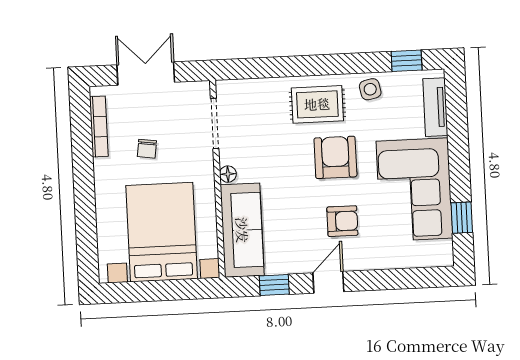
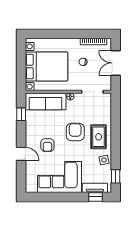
double door: (146, 73) -> (116, 63), swing flipped
armchair: (335, 157) -> (75, 132), moved, turned -90
window: (462, 218) -> (96, 197), moved
door: (328, 282) -> (21, 154), moved

